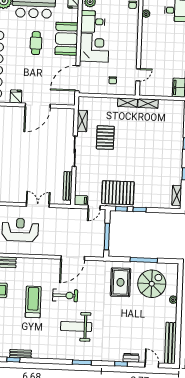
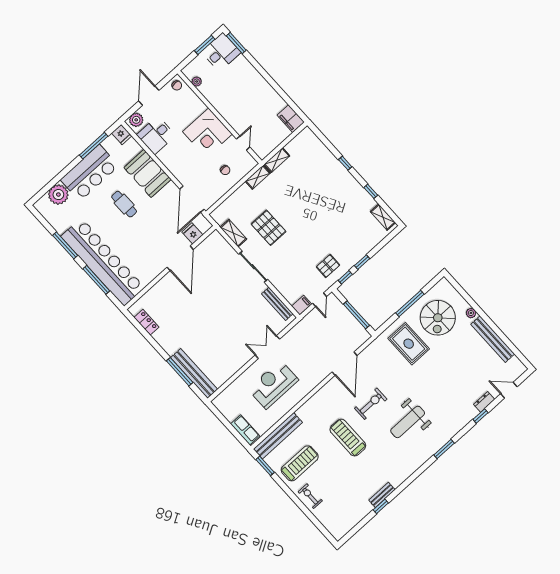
corner desk: (94, 48) -> (207, 133), moved, turned 180
fridge: (16, 96) -> (192, 233), moved
pallet: (118, 193) -> (328, 266), width x0.49, depth x0.50
spiral stairs: (152, 284) -> (438, 318), turned 180
bench: (170, 343) -> (493, 339), moved

